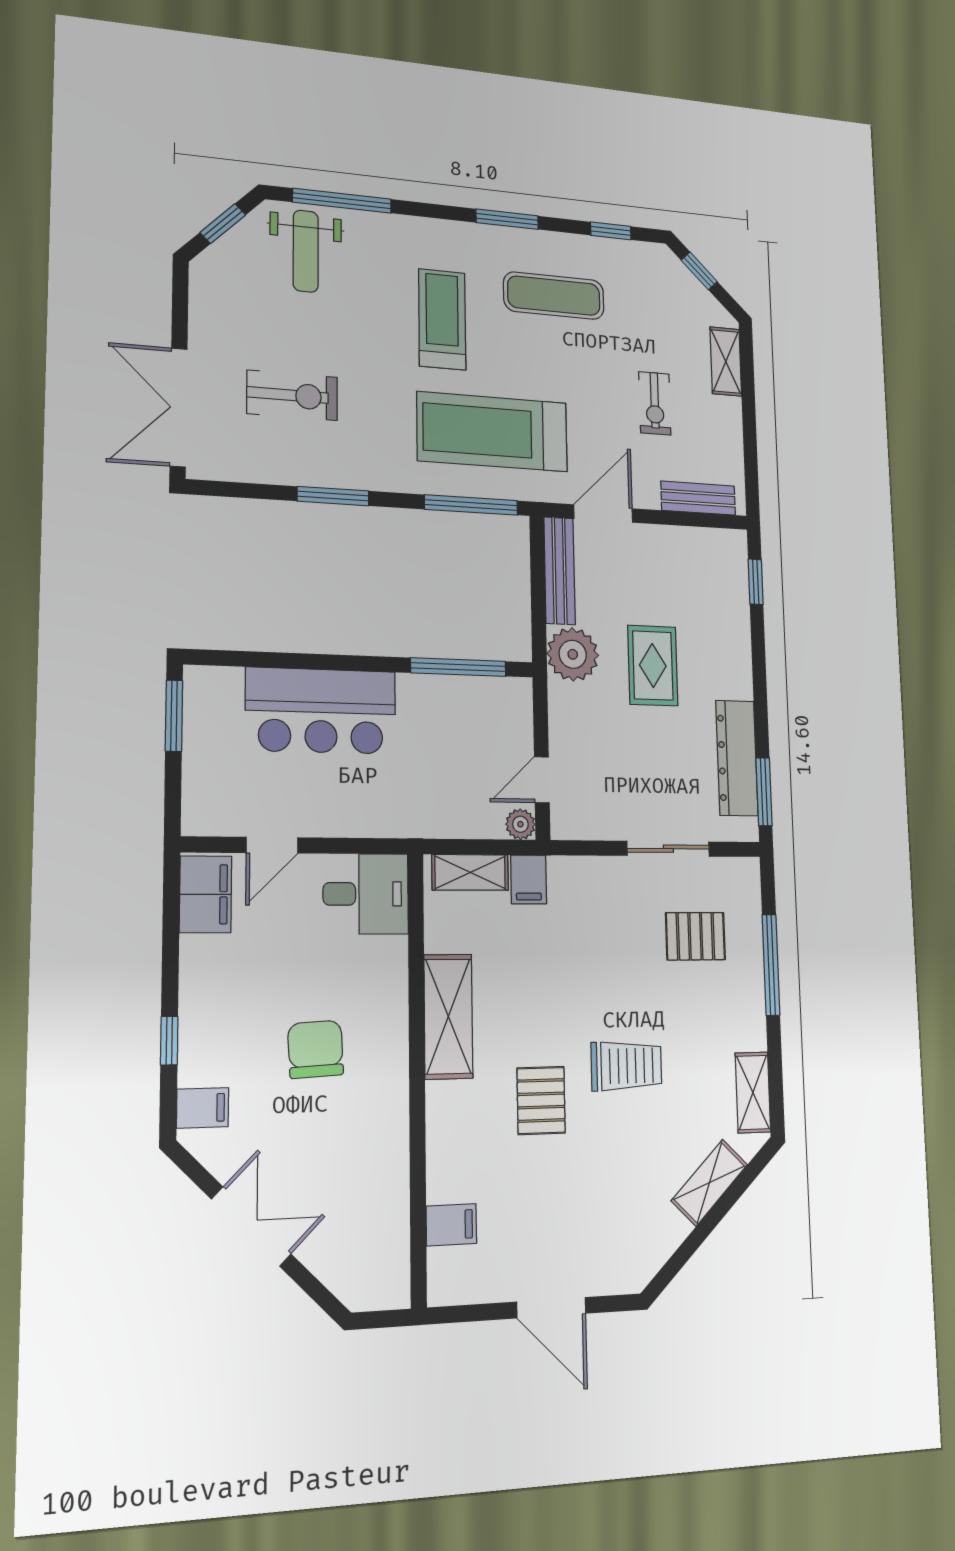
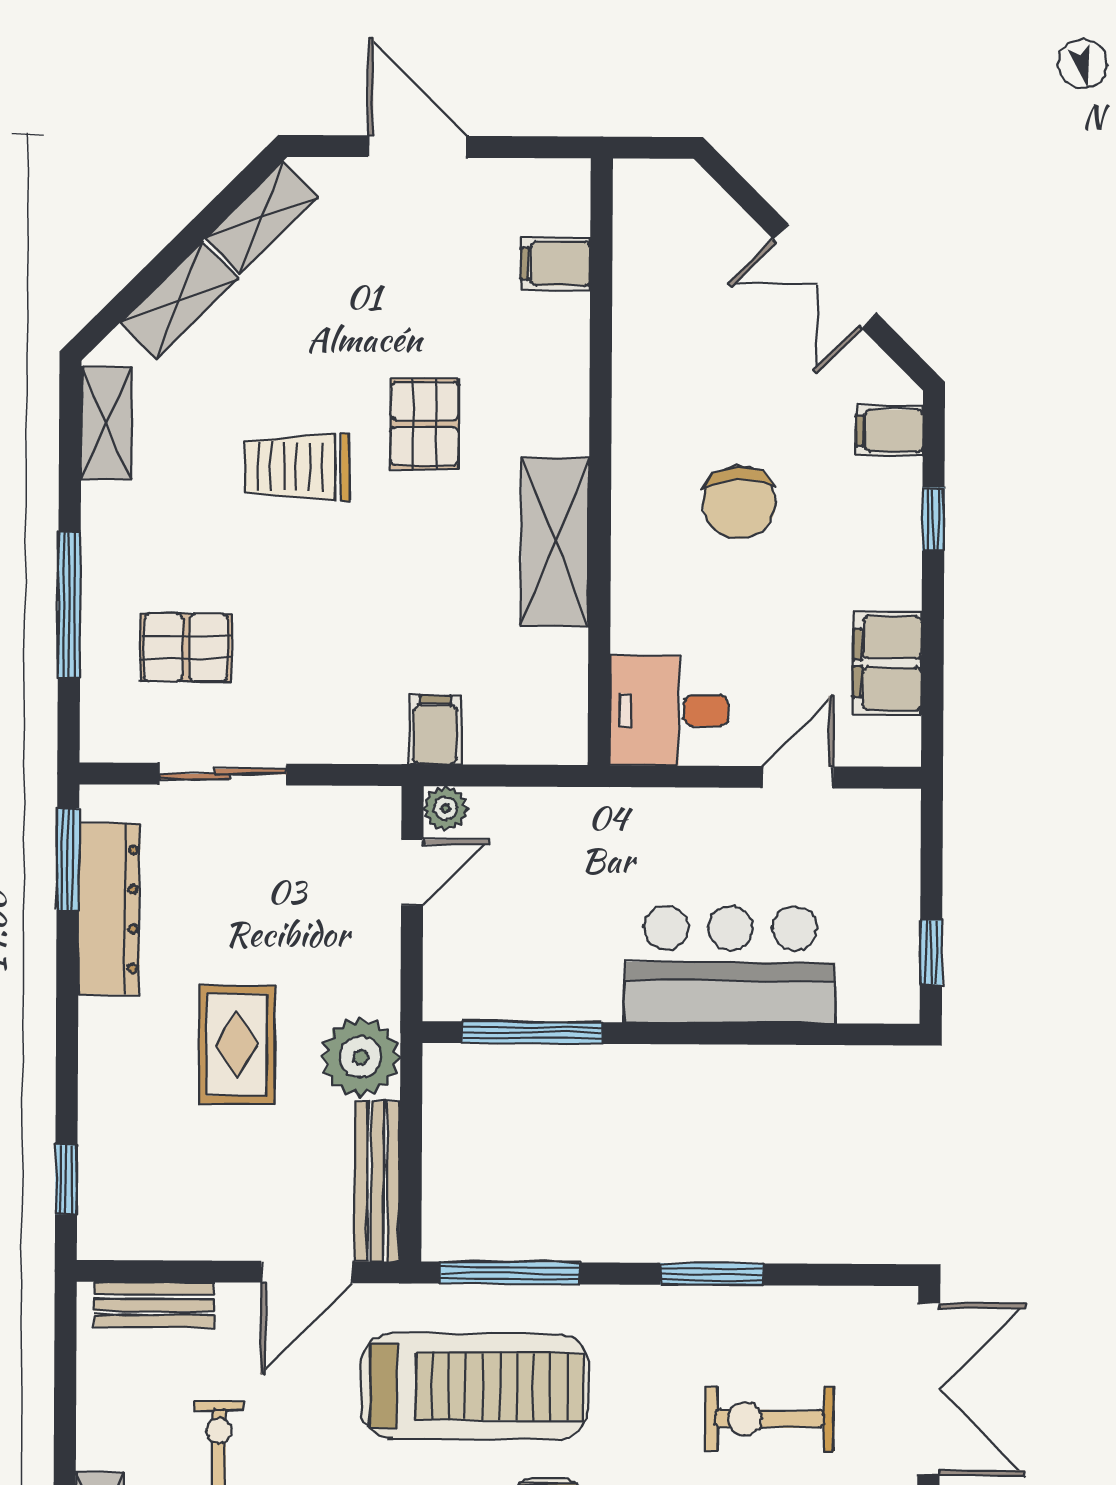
window: (174, 716) -> (931, 952), width x0.67
shelving: (470, 872) -> (261, 218), moved, turned -45
filing cabinet: (206, 894) -> (887, 663), moved

